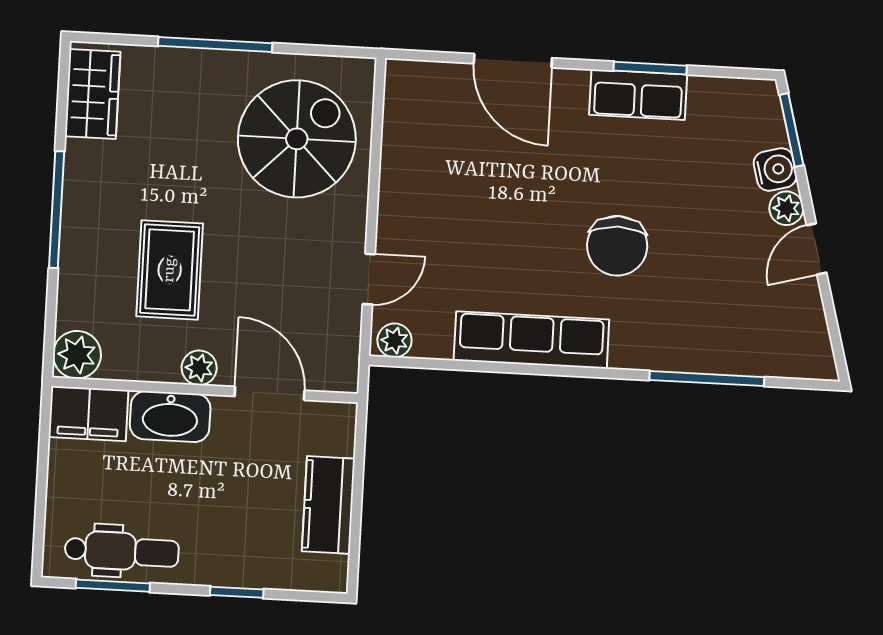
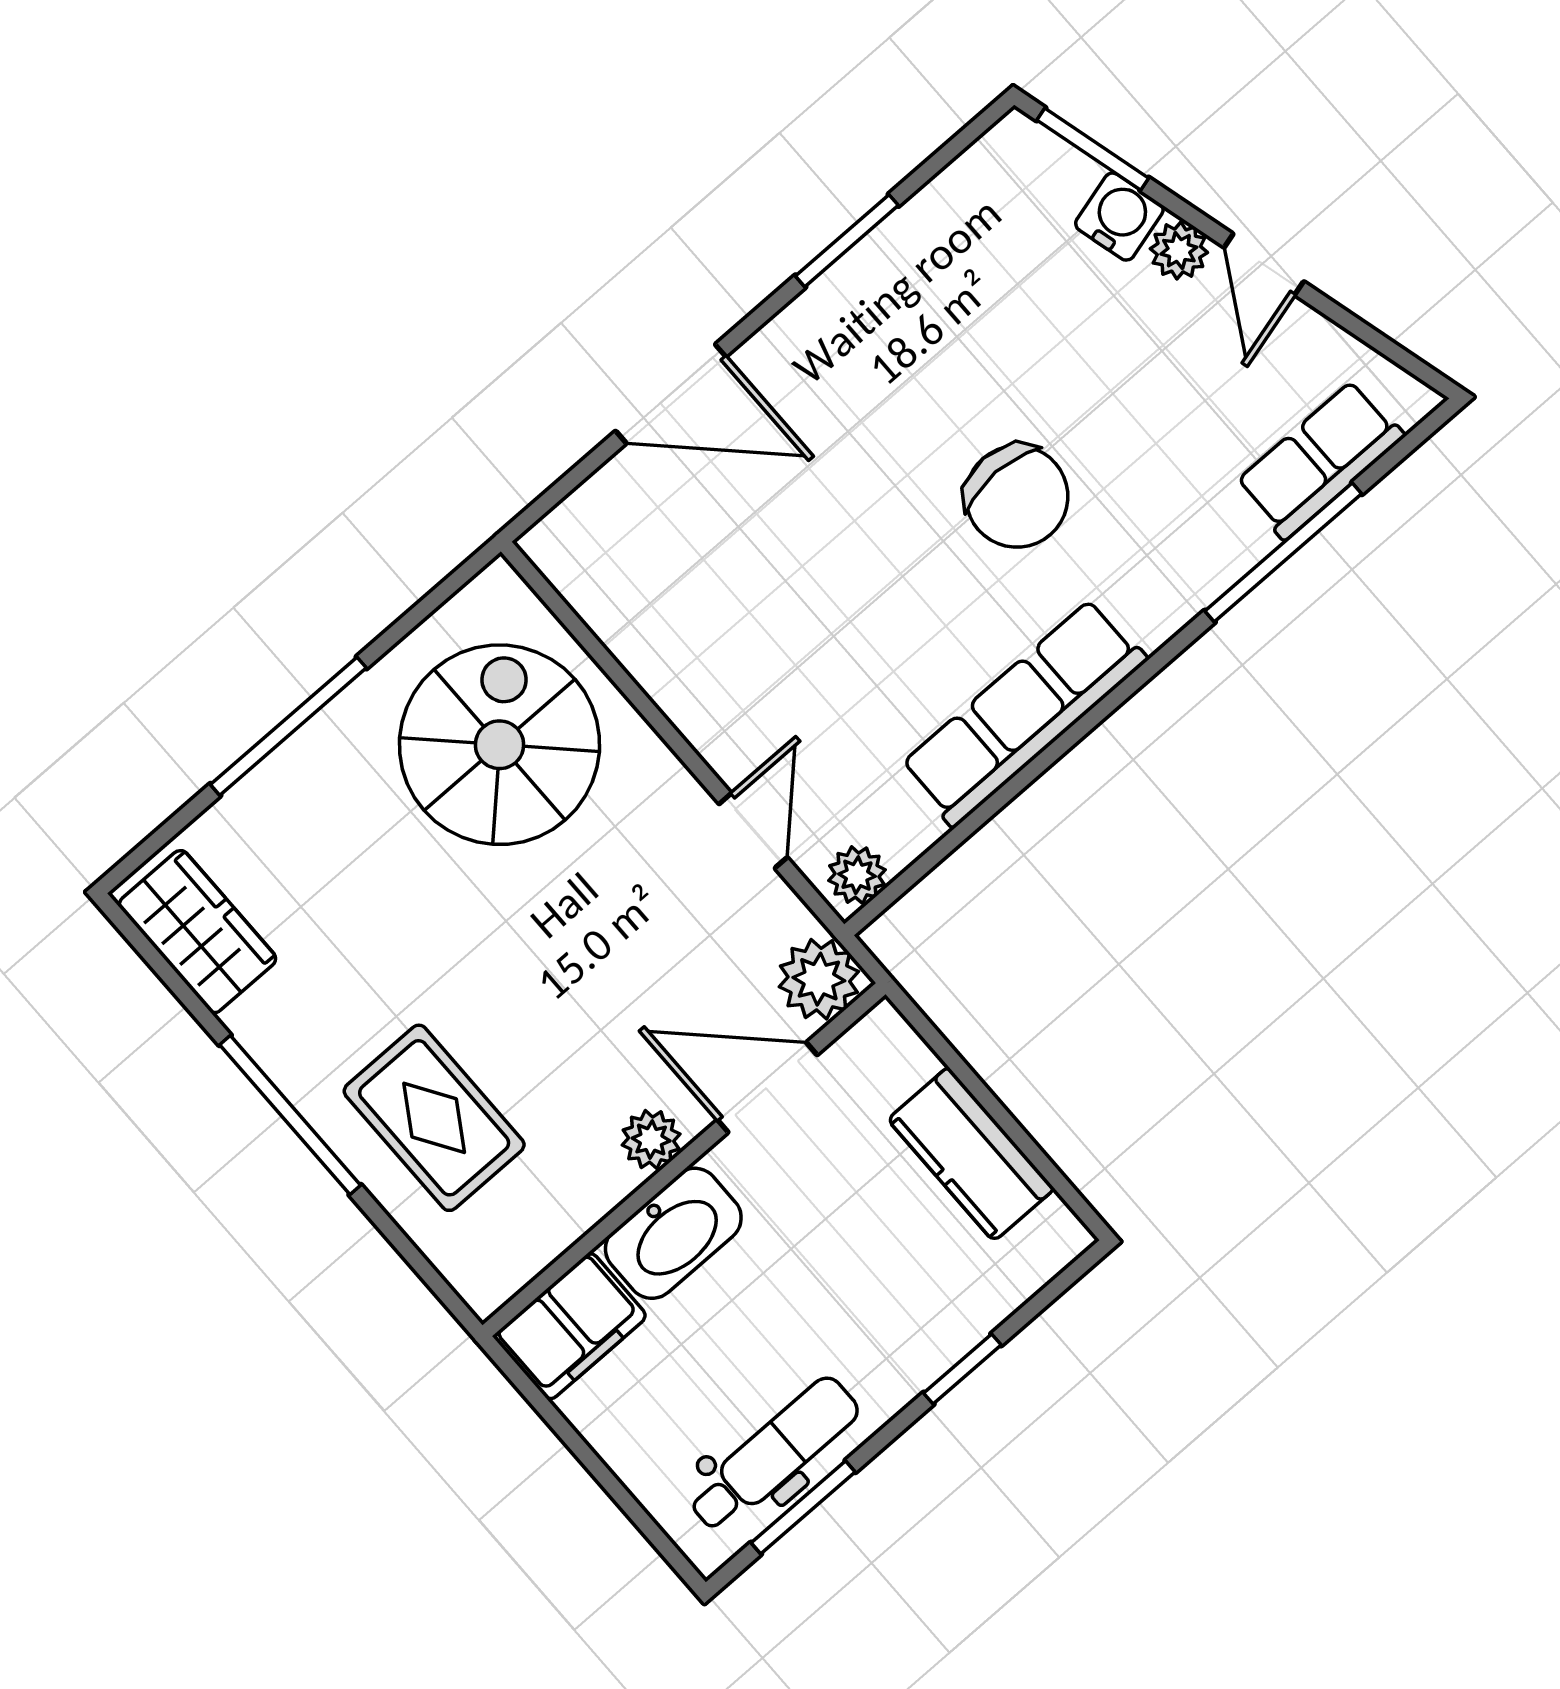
row of seats: (638, 95) -> (1320, 460), moved, turned 180
rug: (170, 270) -> (434, 1118), moved
plant: (77, 355) -> (819, 979), moved

